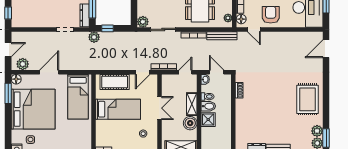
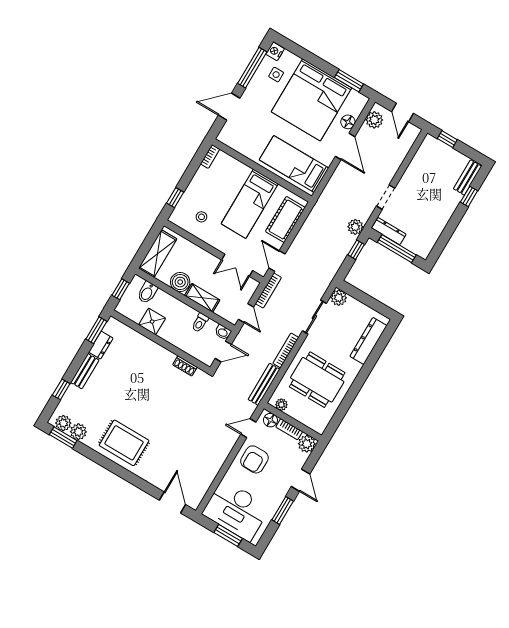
armchair: (271, 15) -> (254, 459), turned 90
floor lamp: (16, 79) -> (348, 122), moved
bidet: (208, 106) -> (147, 293), moved
double door: (160, 108) -> (237, 265), moved
shower: (208, 120) -> (152, 322), moved

